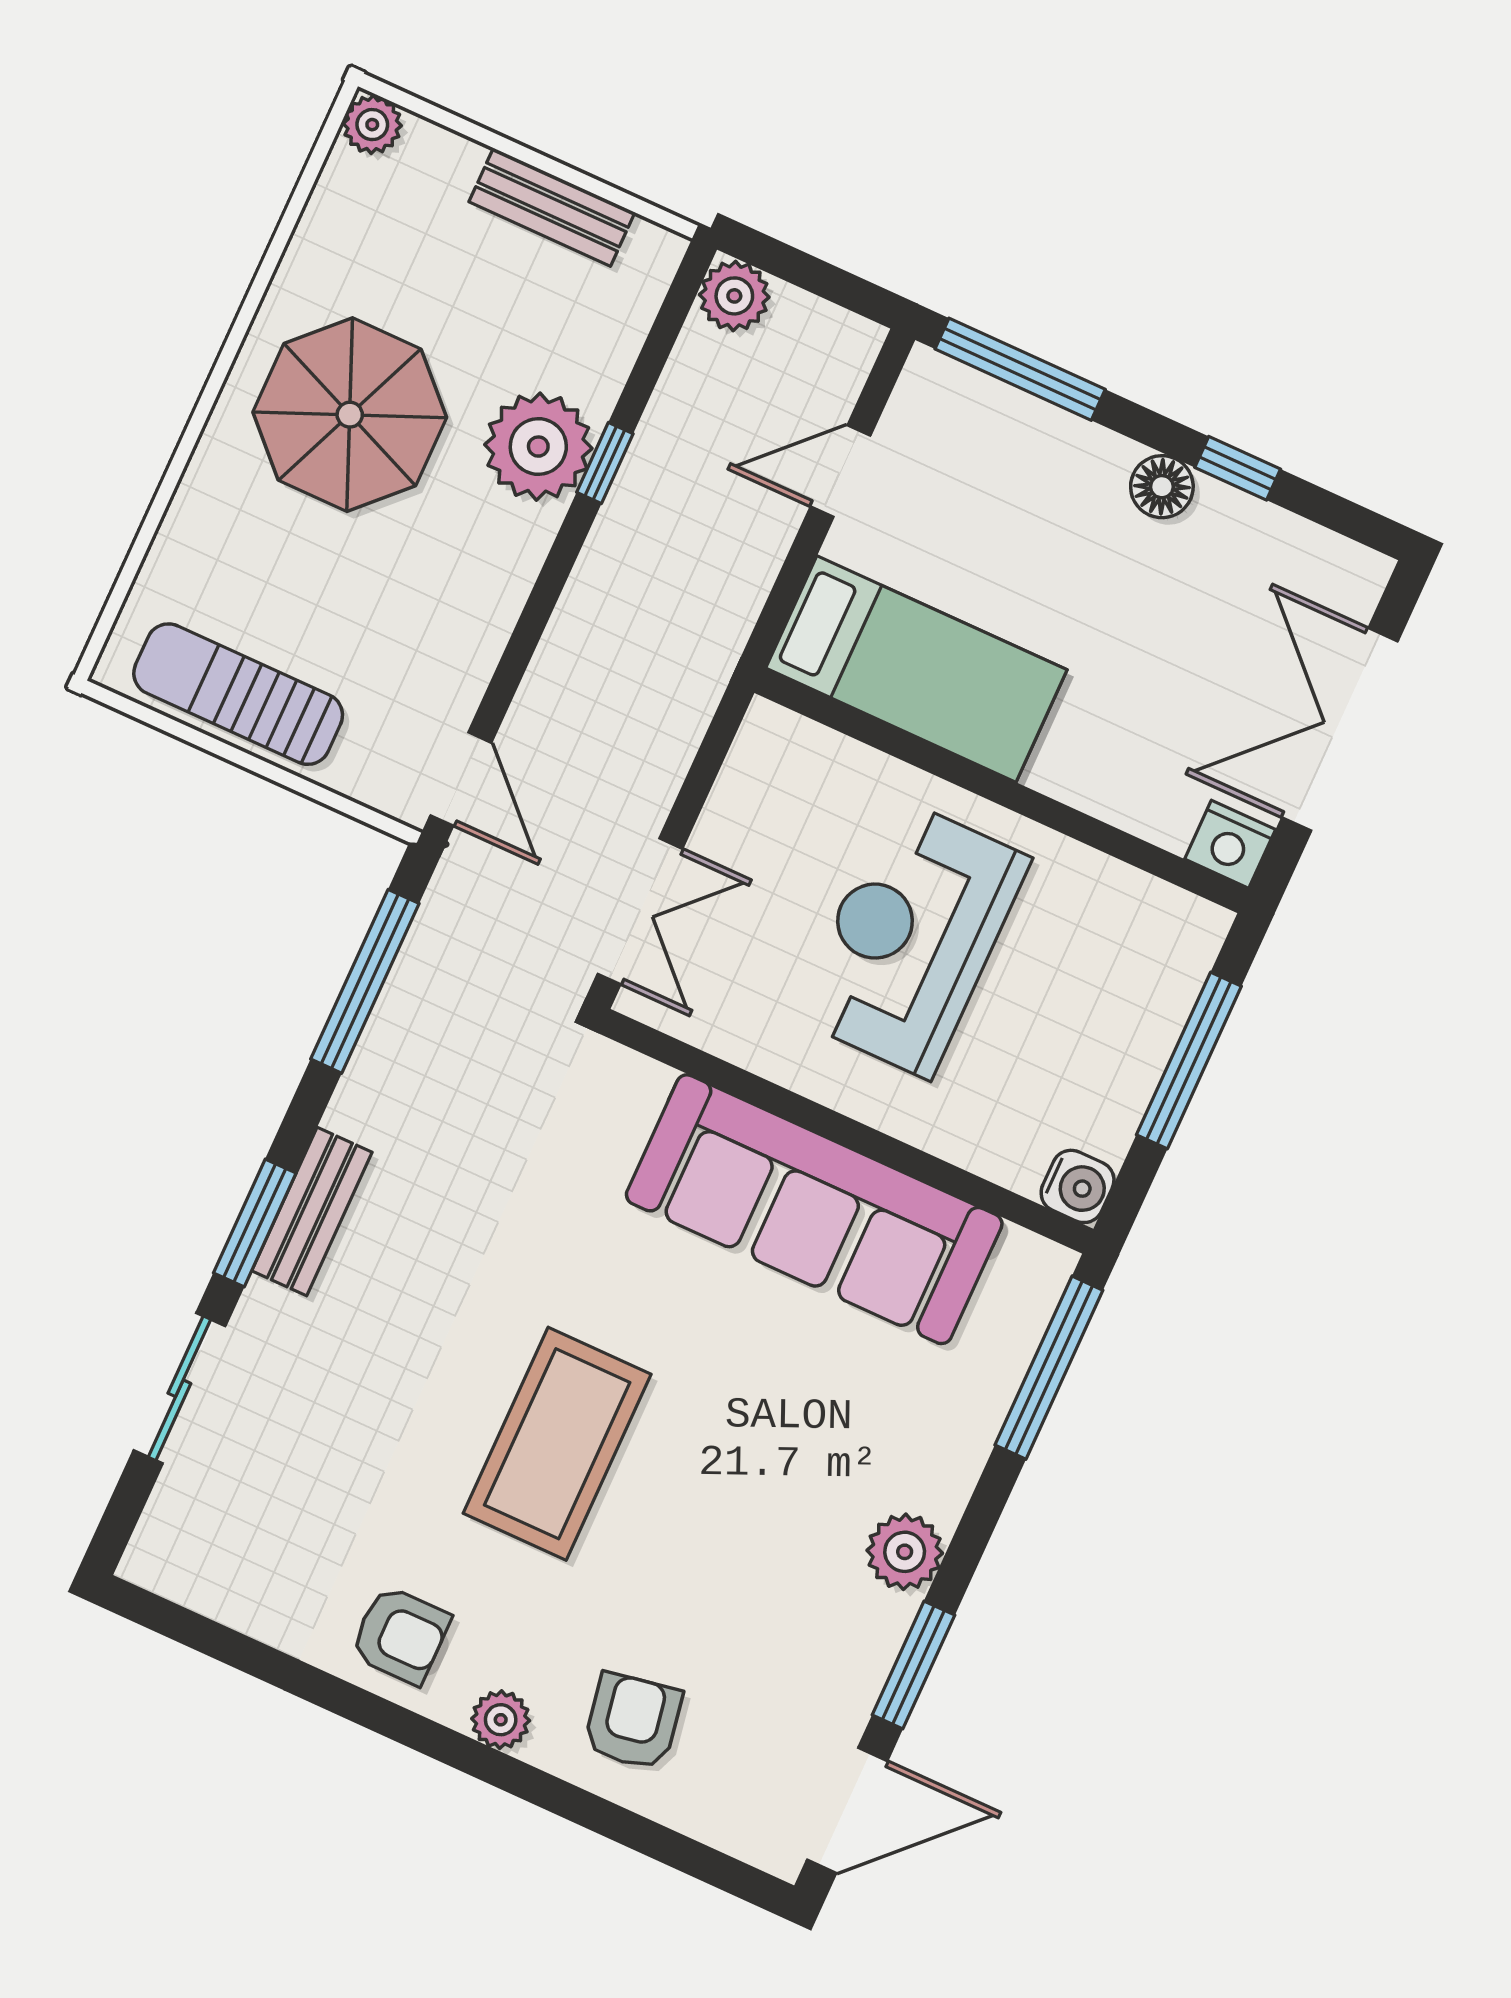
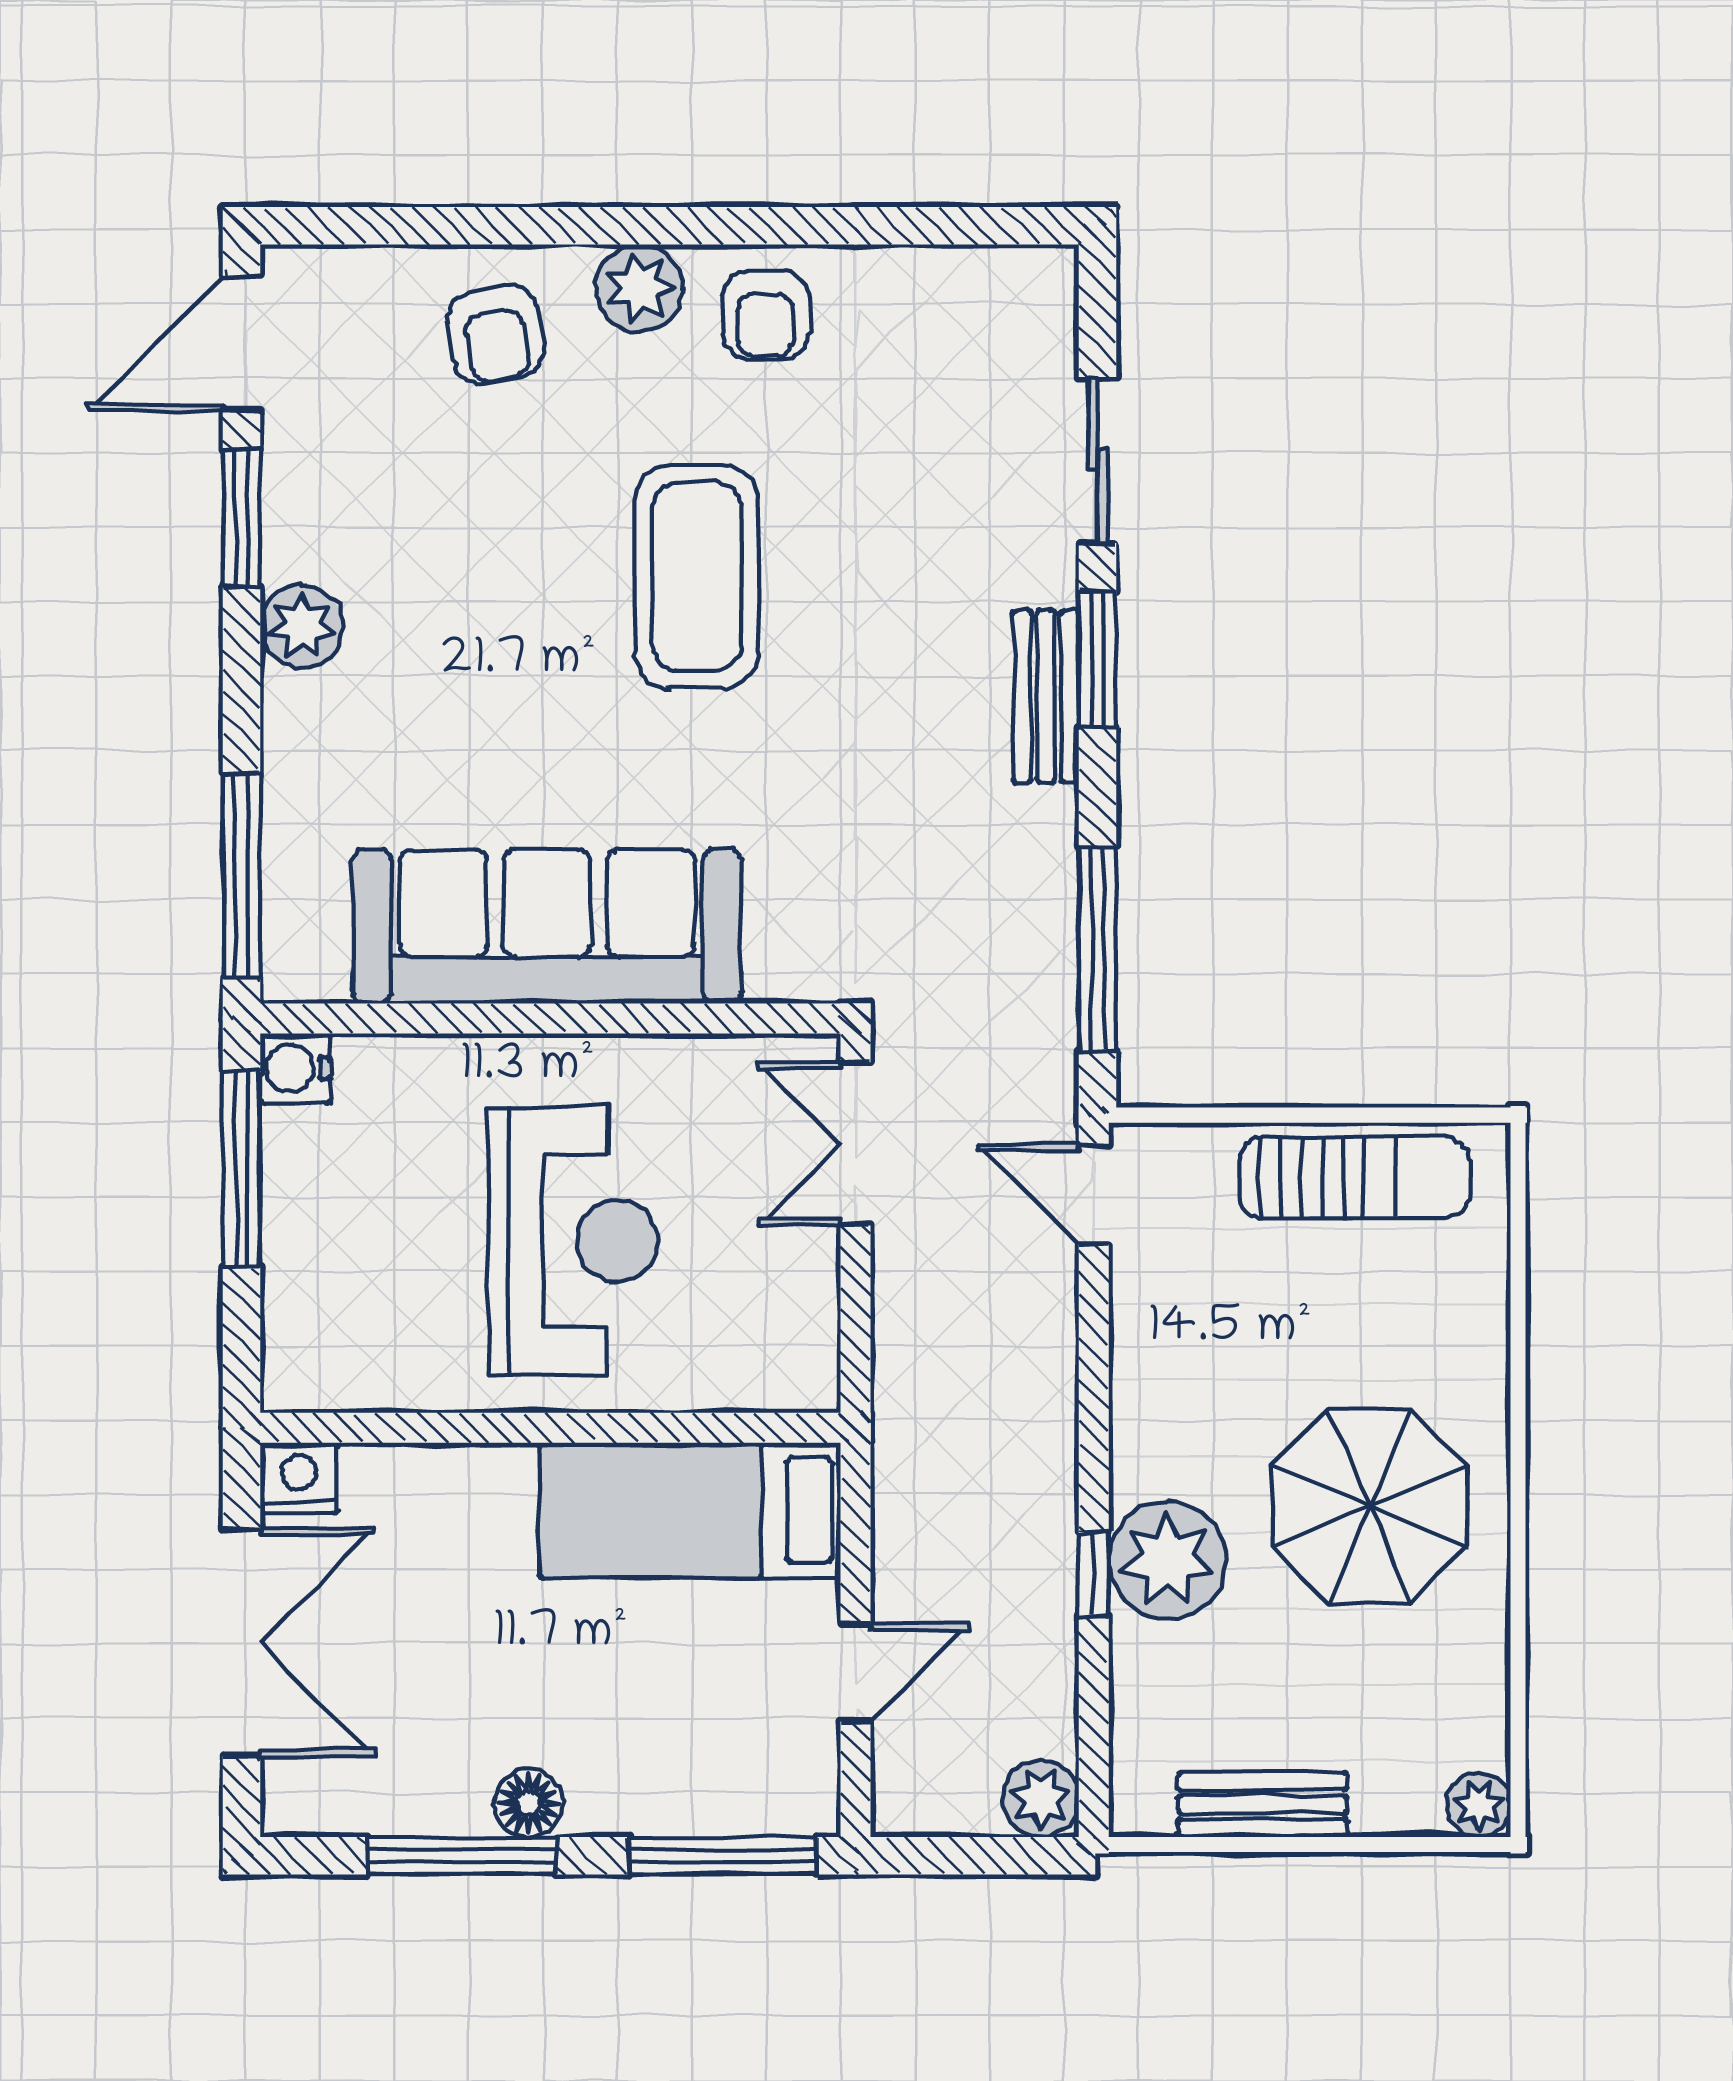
window: (1238, 468) -> (462, 1856), width x2.17
window: (1189, 1060) -> (242, 1169), moved
armchair: (400, 1635) -> (766, 315), turned -90
plant: (501, 1720) -> (639, 288), width x1.38, depth x1.38

